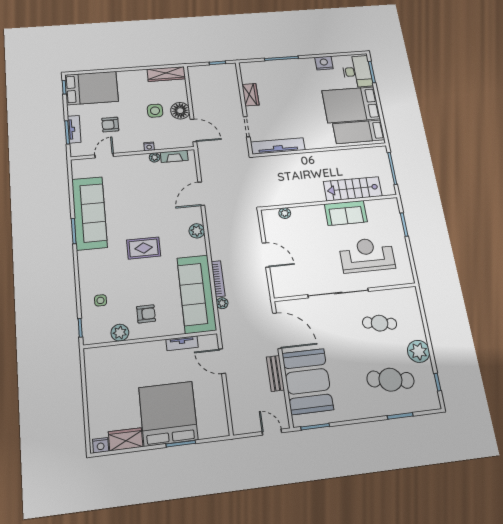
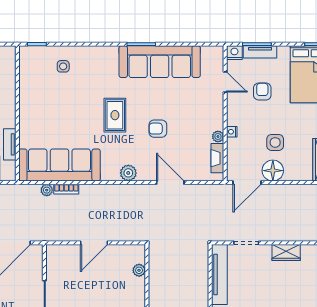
nightstand: (76, 150) -> (234, 53), added
bookcase: (218, 279) -> (66, 189), width x0.64
armchair: (146, 314) -> (158, 129), moved, turned 90
plant: (120, 333) -> (28, 83), removed

